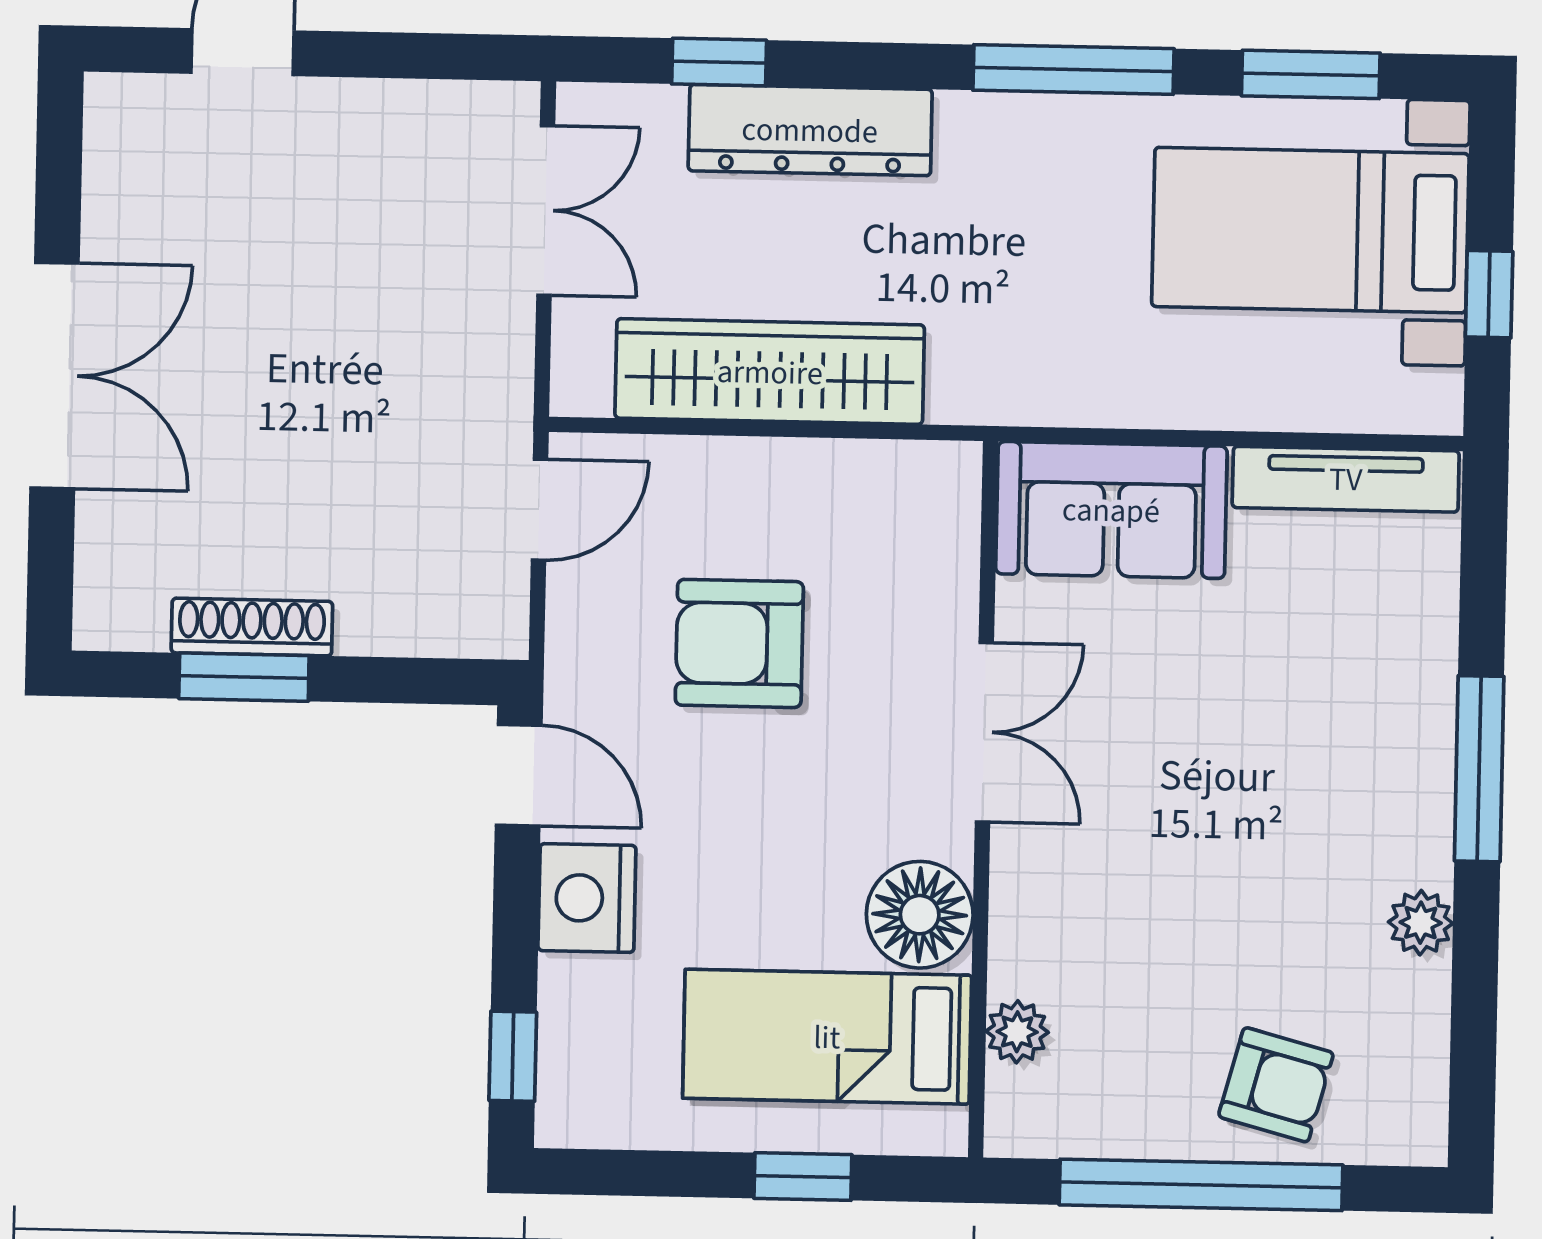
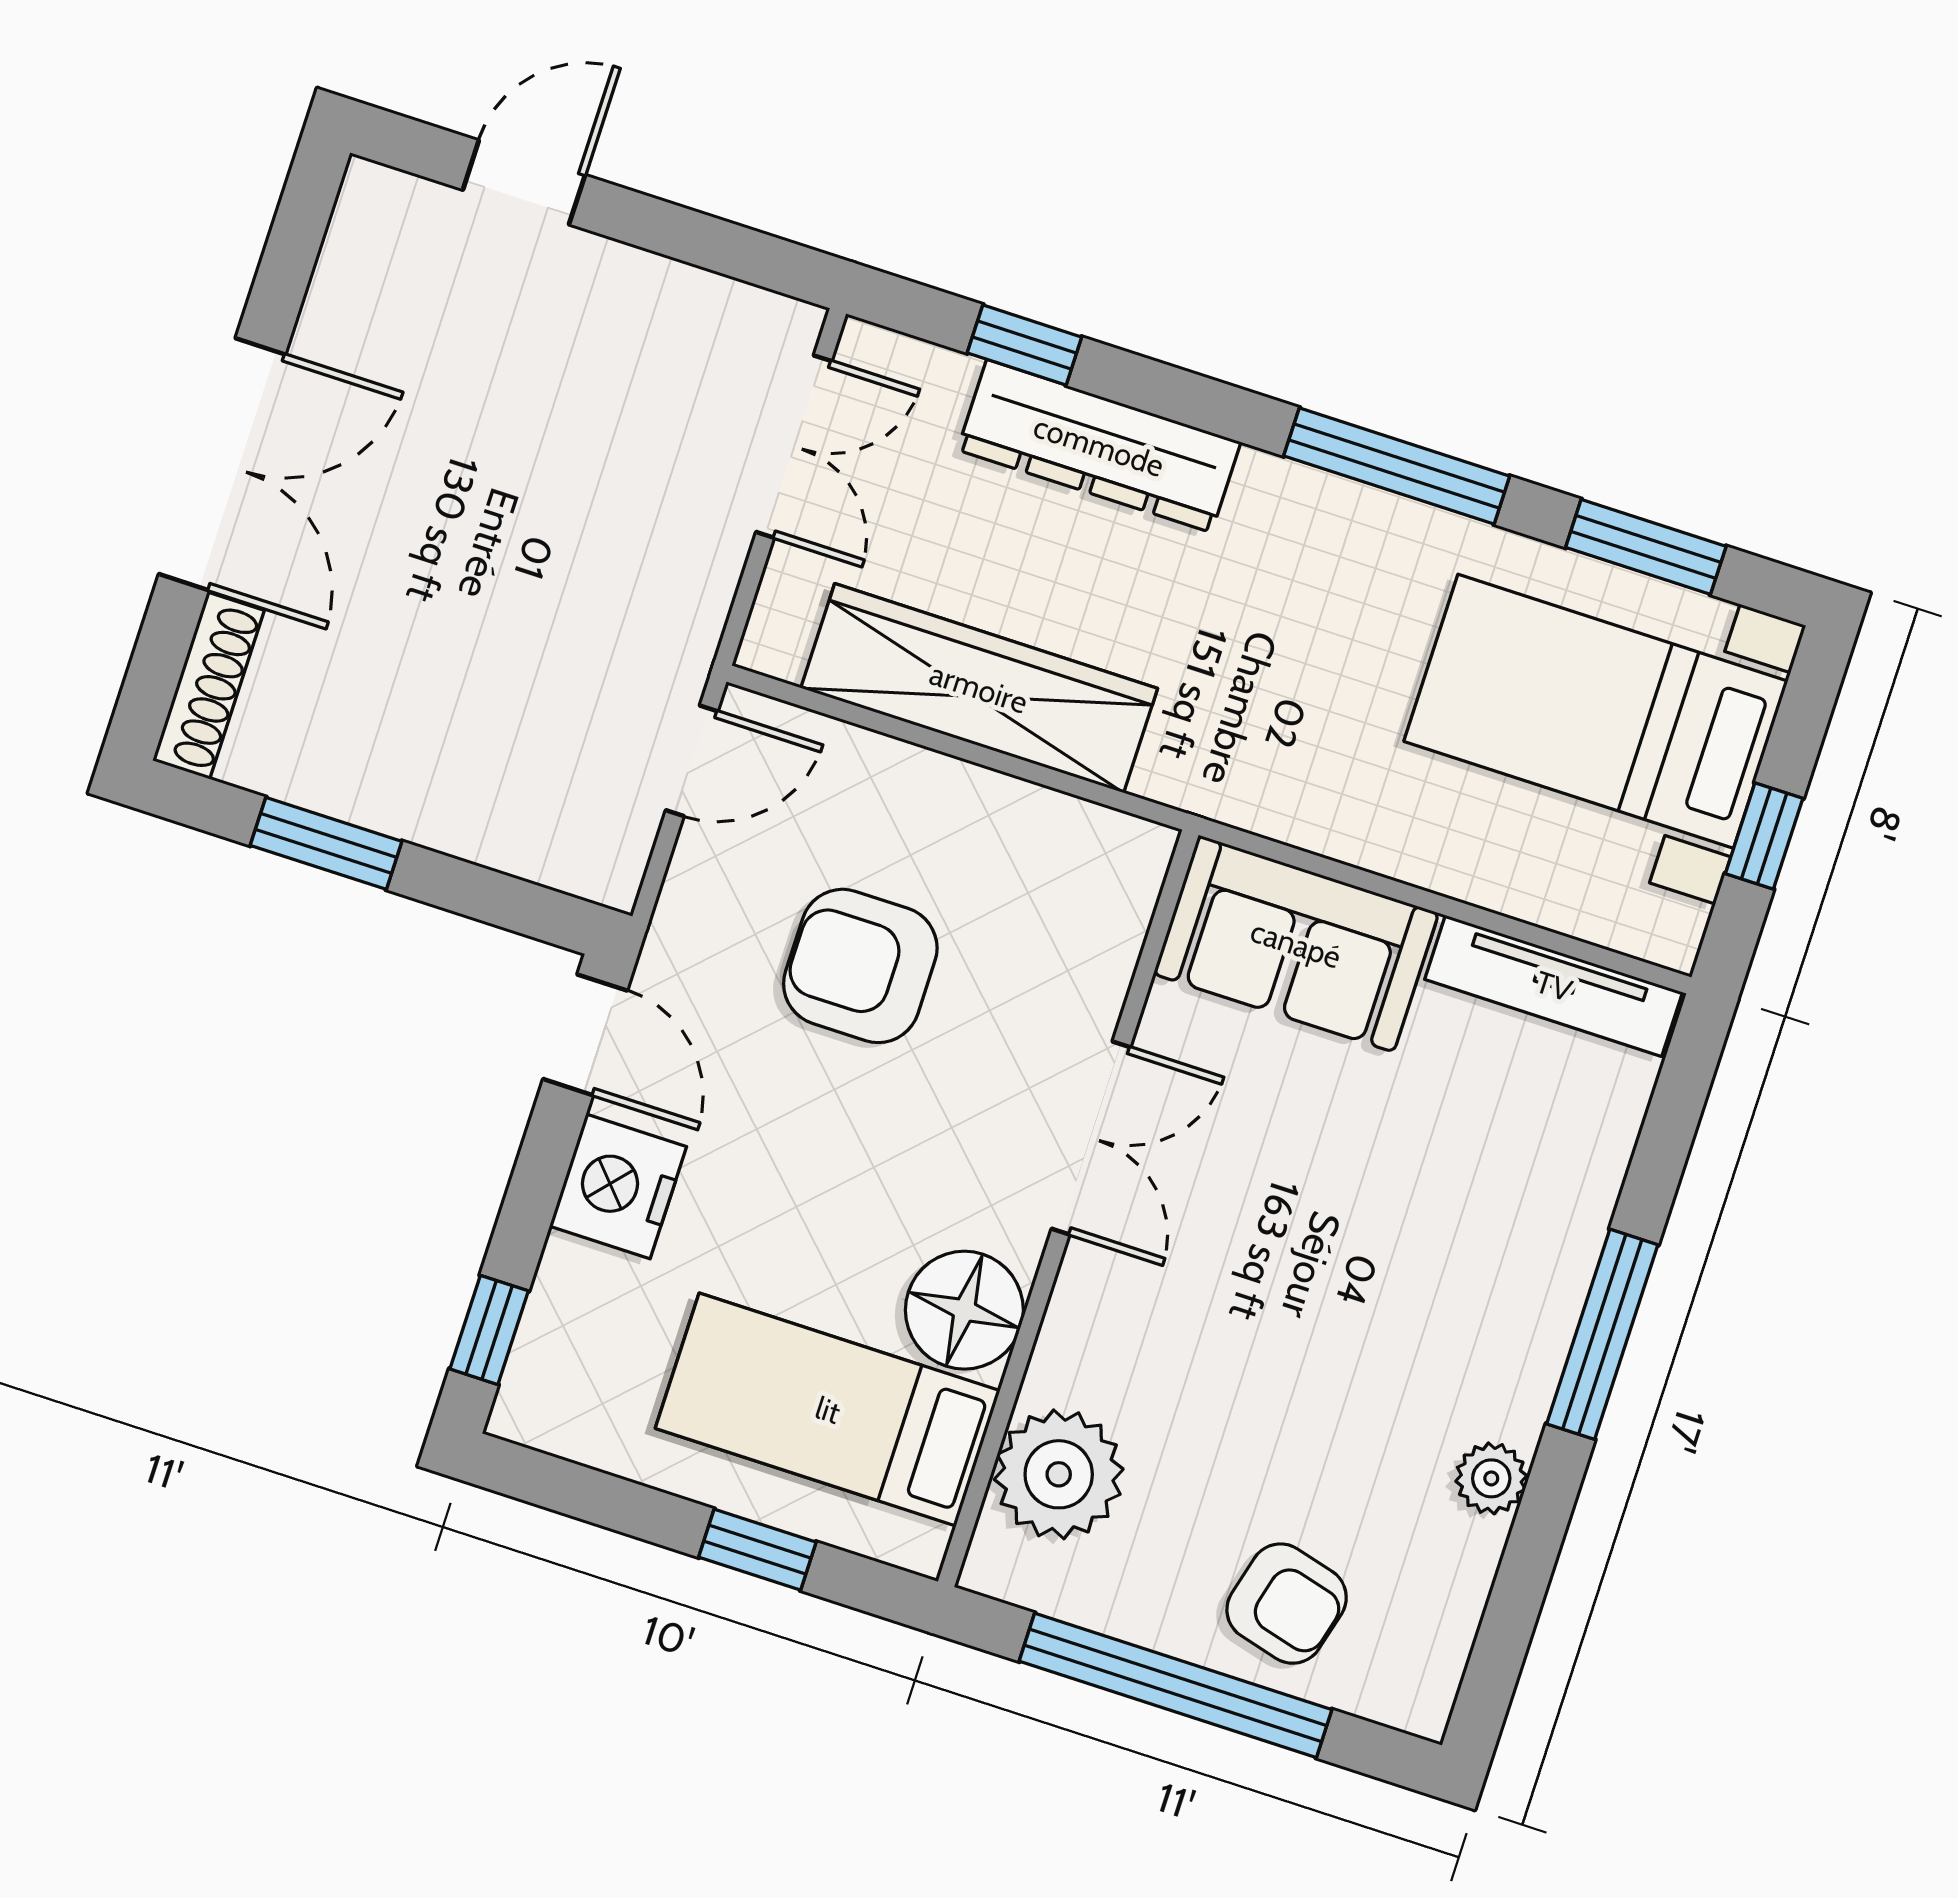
shoe rack: (252, 627) -> (208, 685), moved, turned 90
plant: (1017, 1032) -> (1059, 1474), width x1.87, depth x1.87

